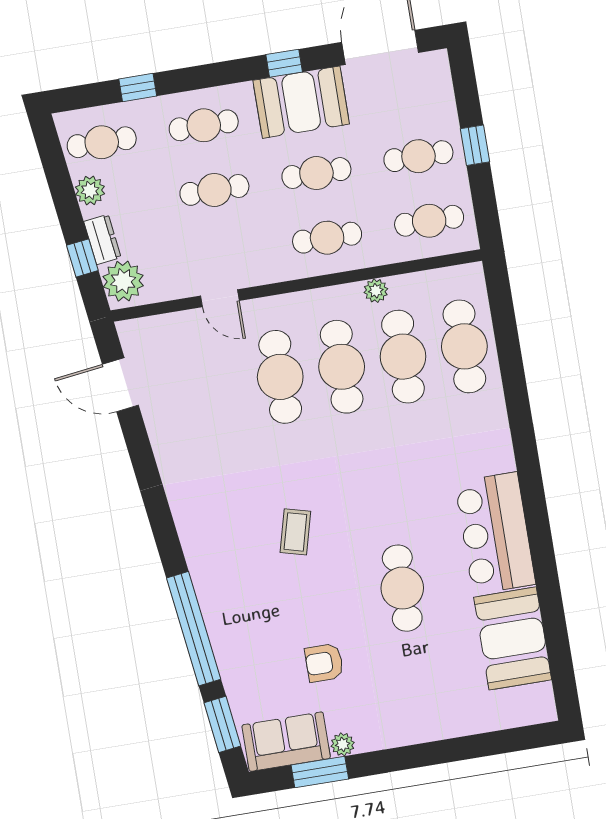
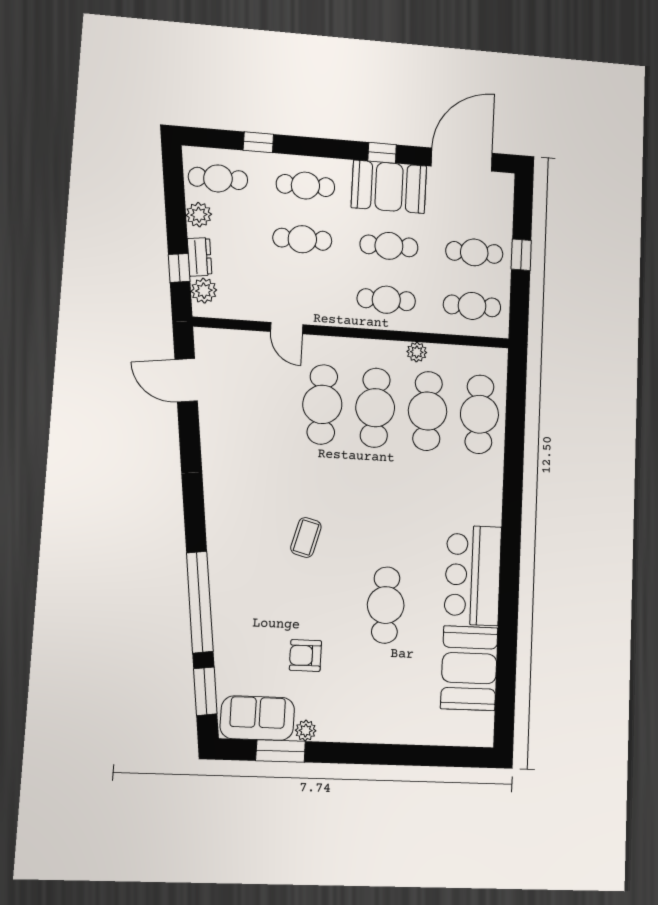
plant: (123, 281) -> (204, 291), width x0.73, depth x0.73

